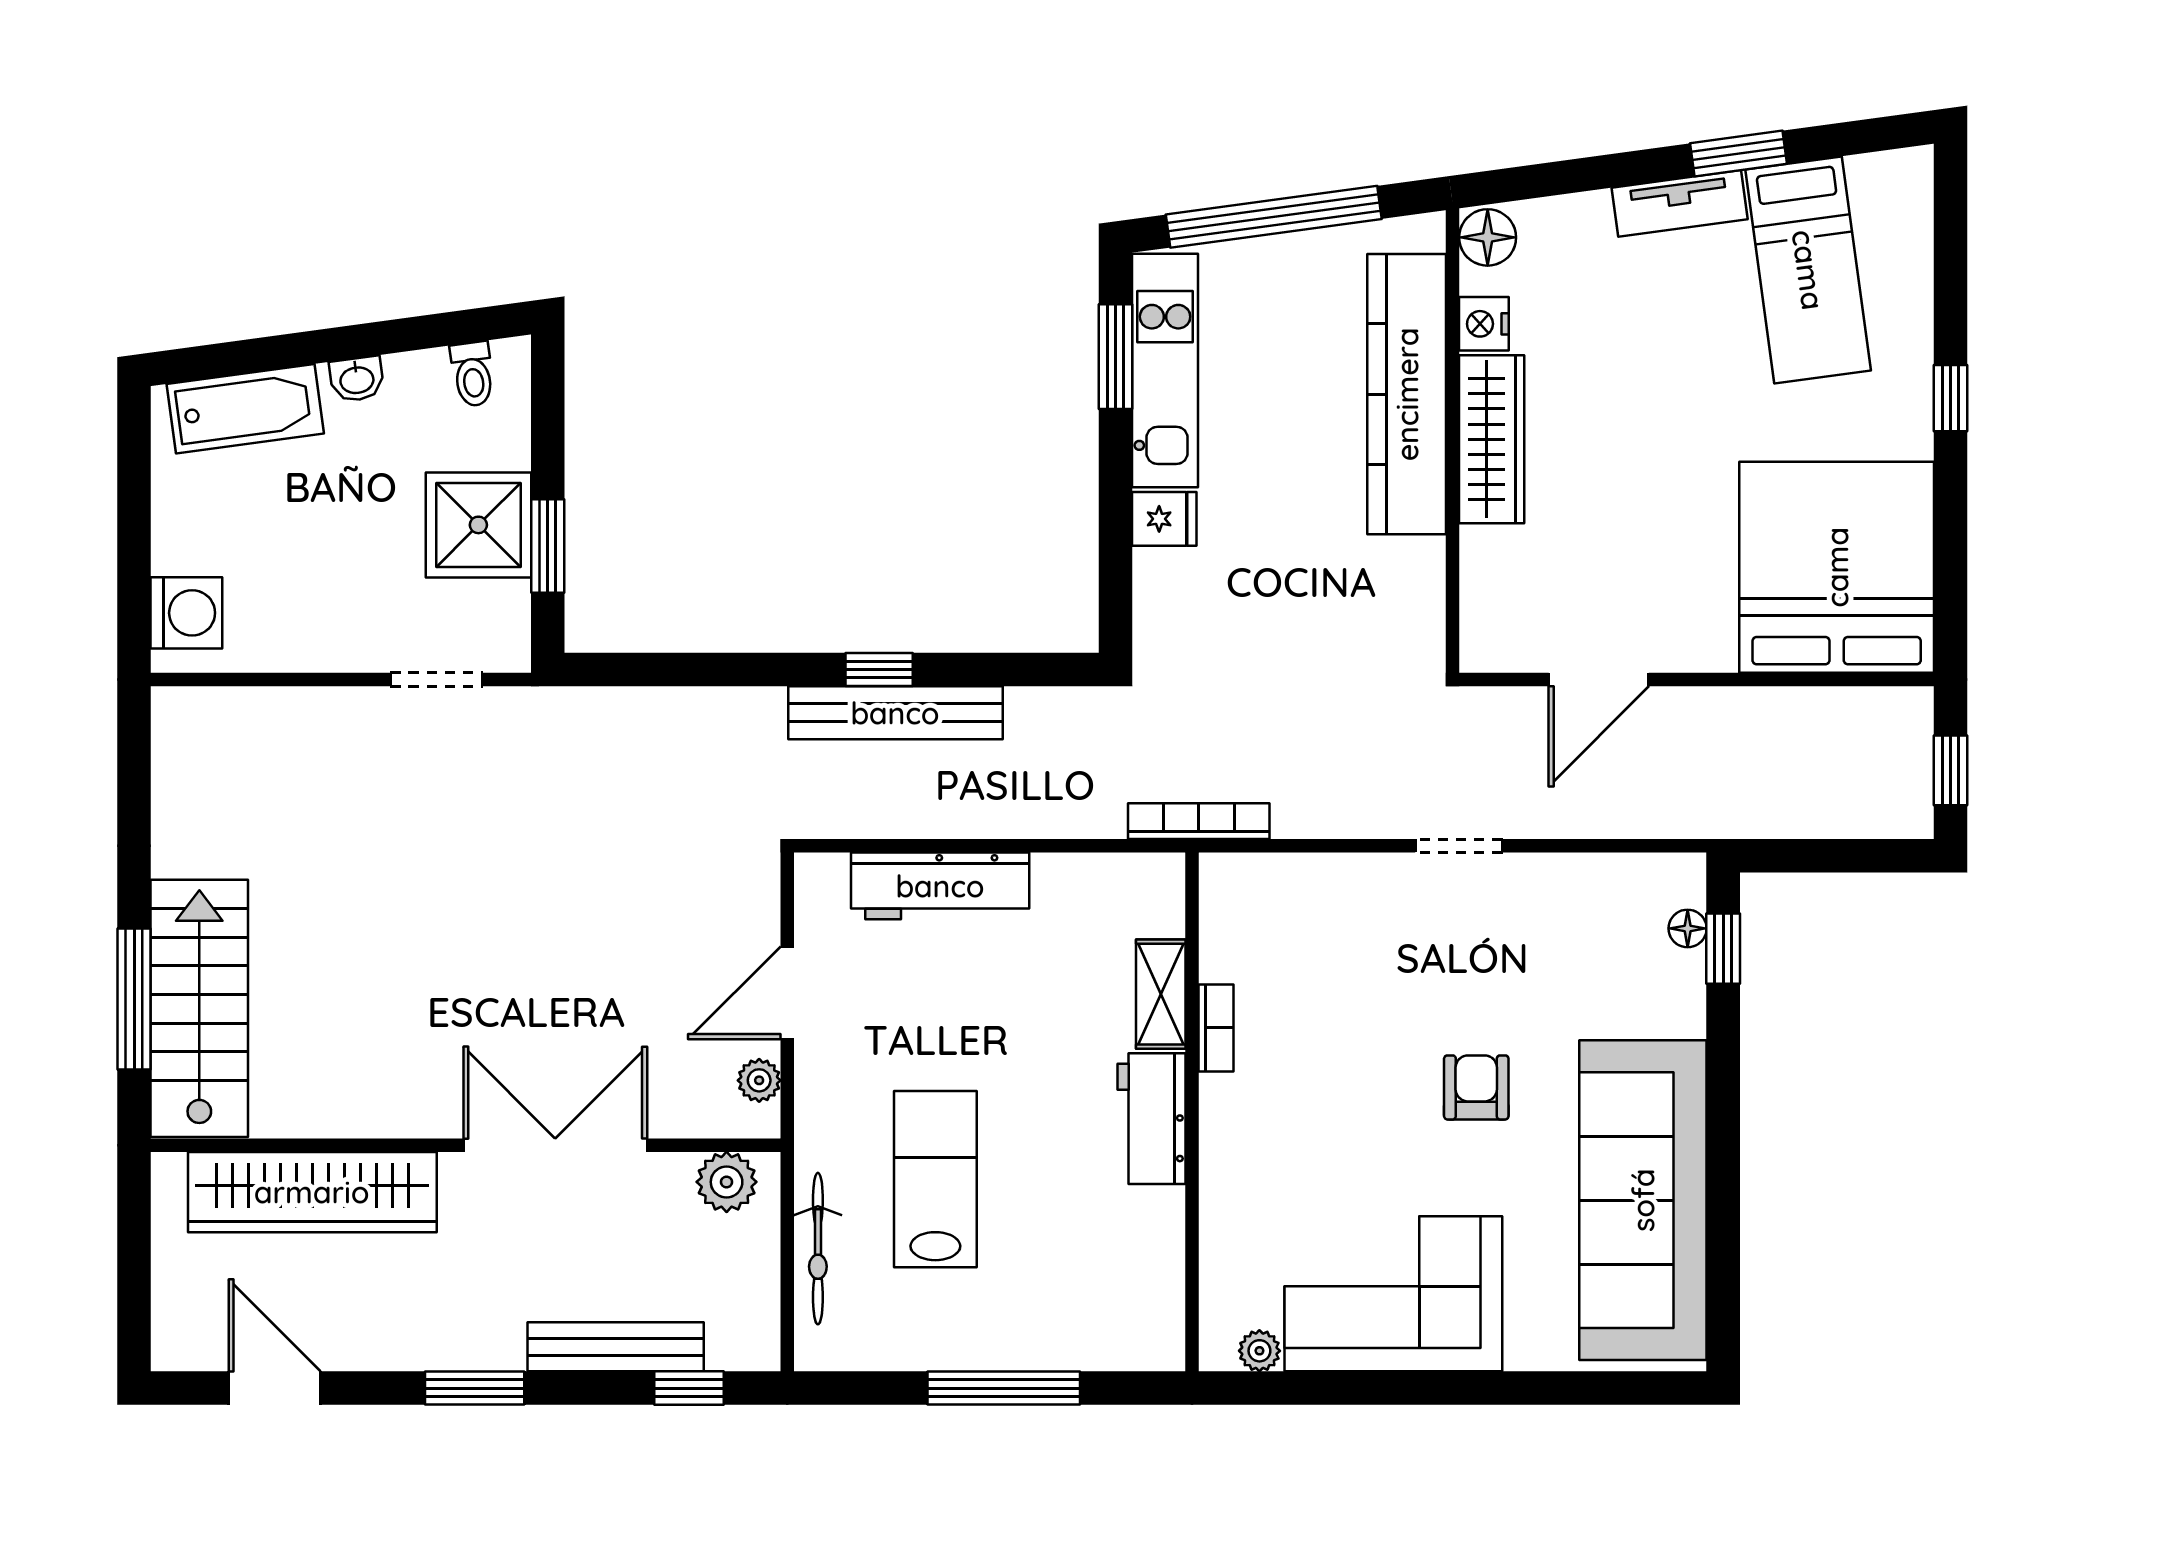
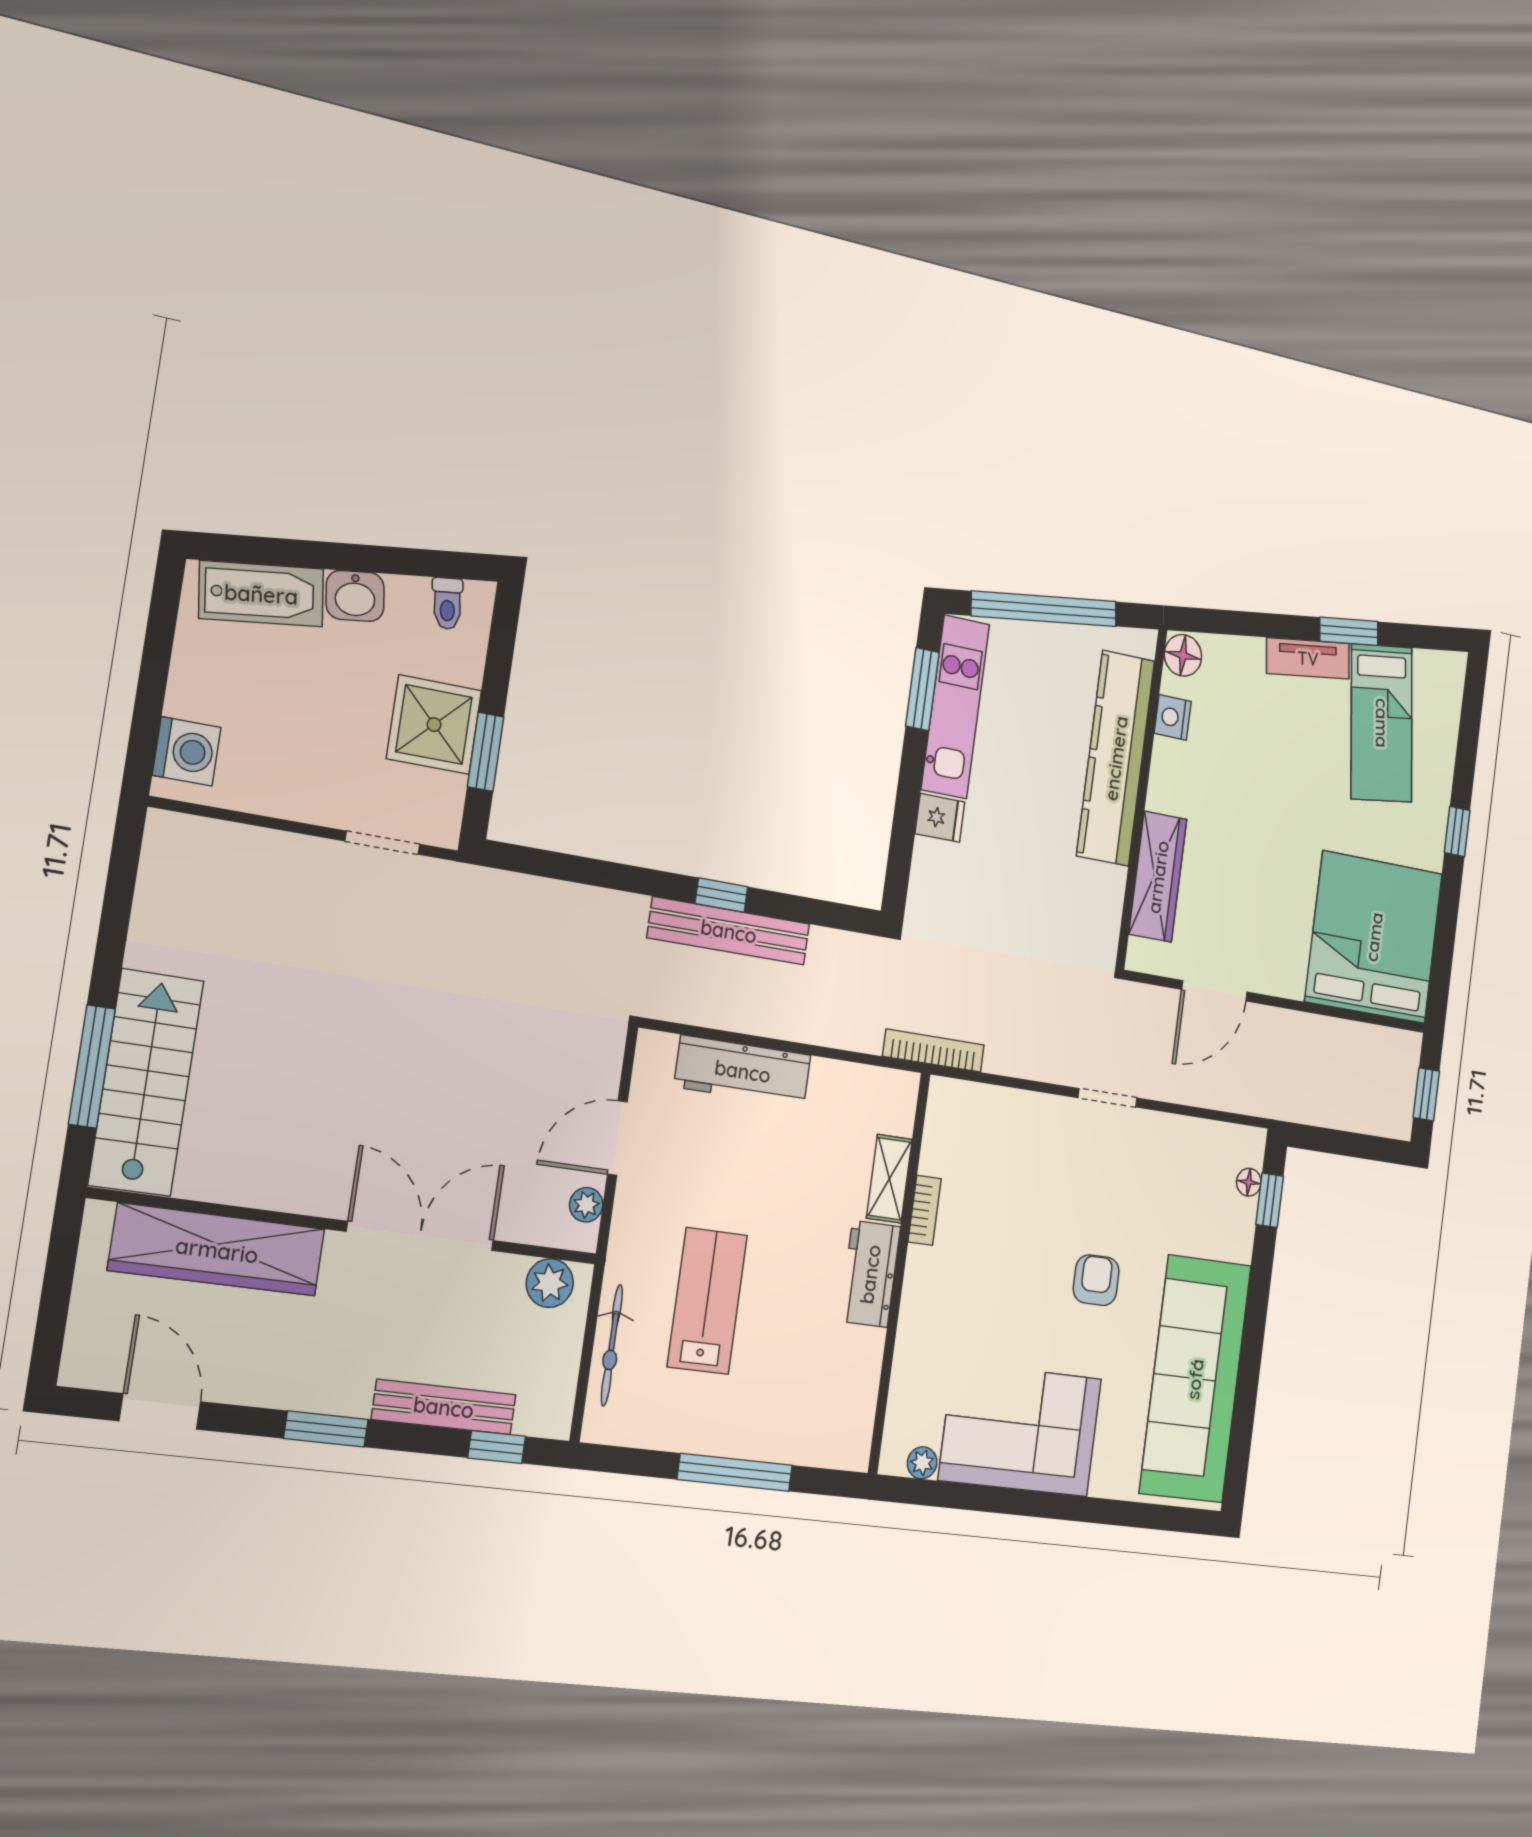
washbasin: (357, 379) -> (355, 596), width x1.38, depth x1.45
wardrobe: (1492, 439) -> (1158, 877), moved

